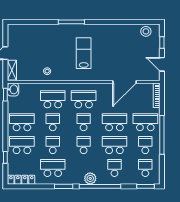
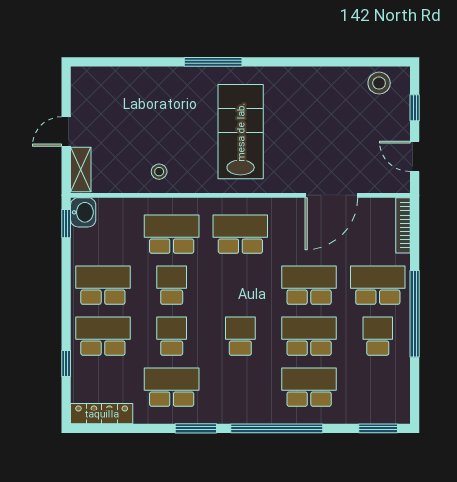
lab bench: (84, 53) -> (241, 132), width x1.36, depth x1.39
school desk: (84, 122) -> (240, 285), removed
school desk: (114, 168) -> (309, 387), width x1.85
school desk: (145, 168) -> (378, 387), removed
plant: (90, 178) -> (255, 411), removed

